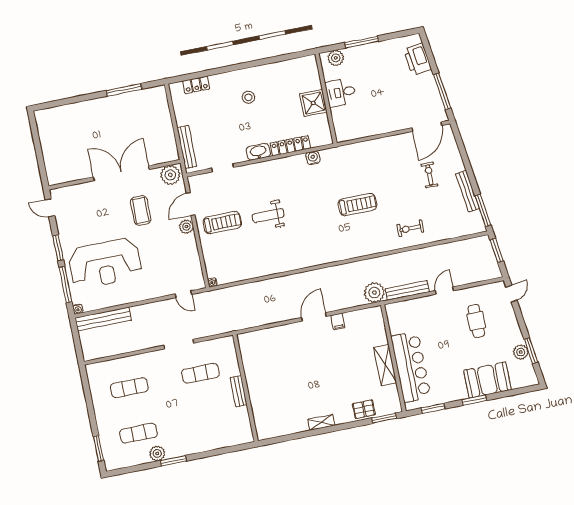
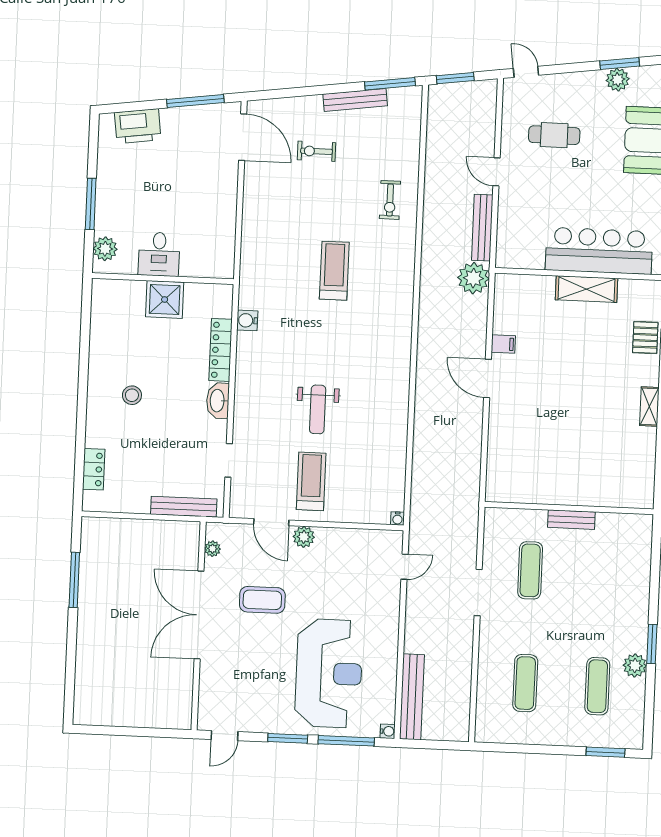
plant: (170, 175) -> (212, 549), width x0.53, depth x0.53

